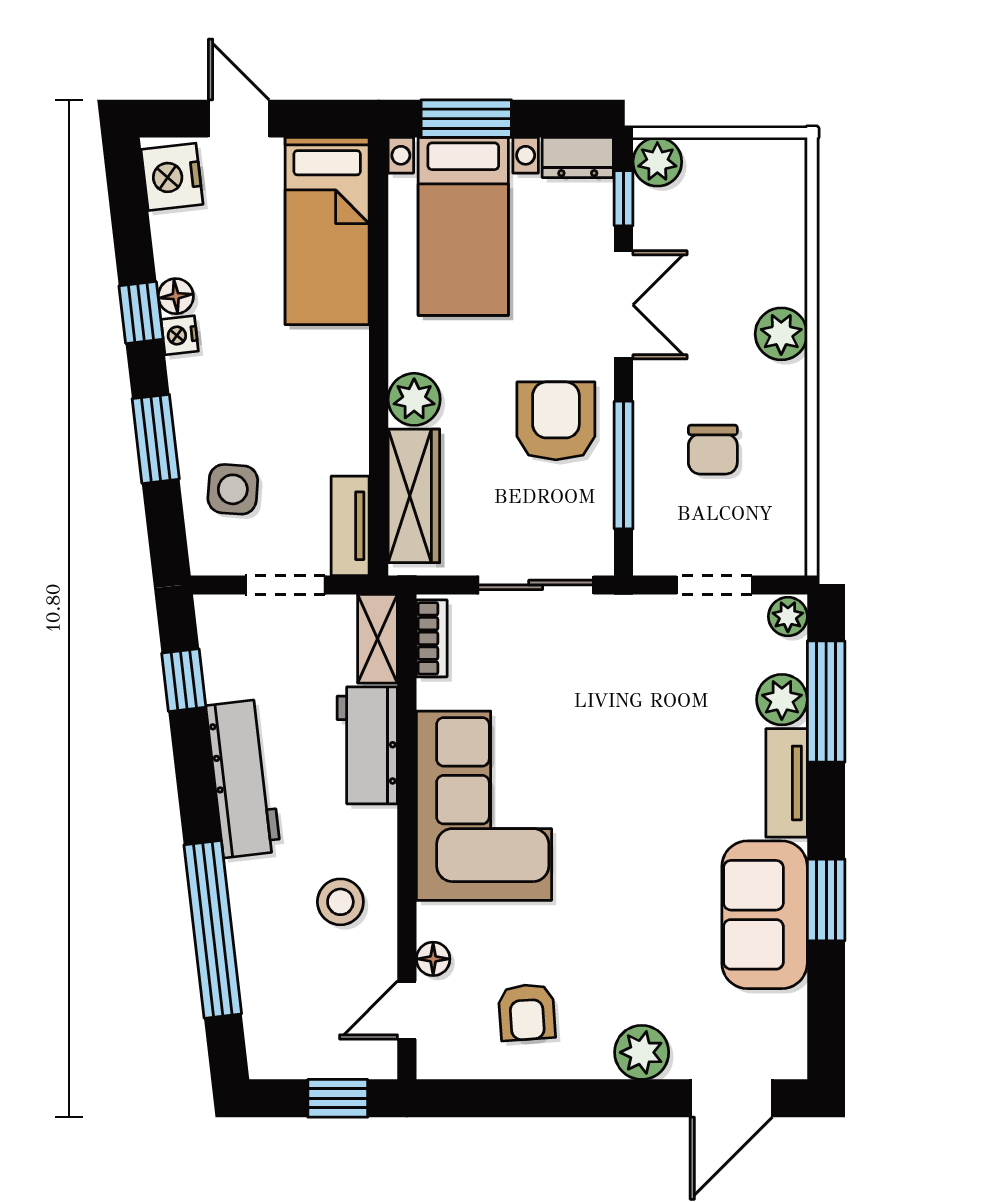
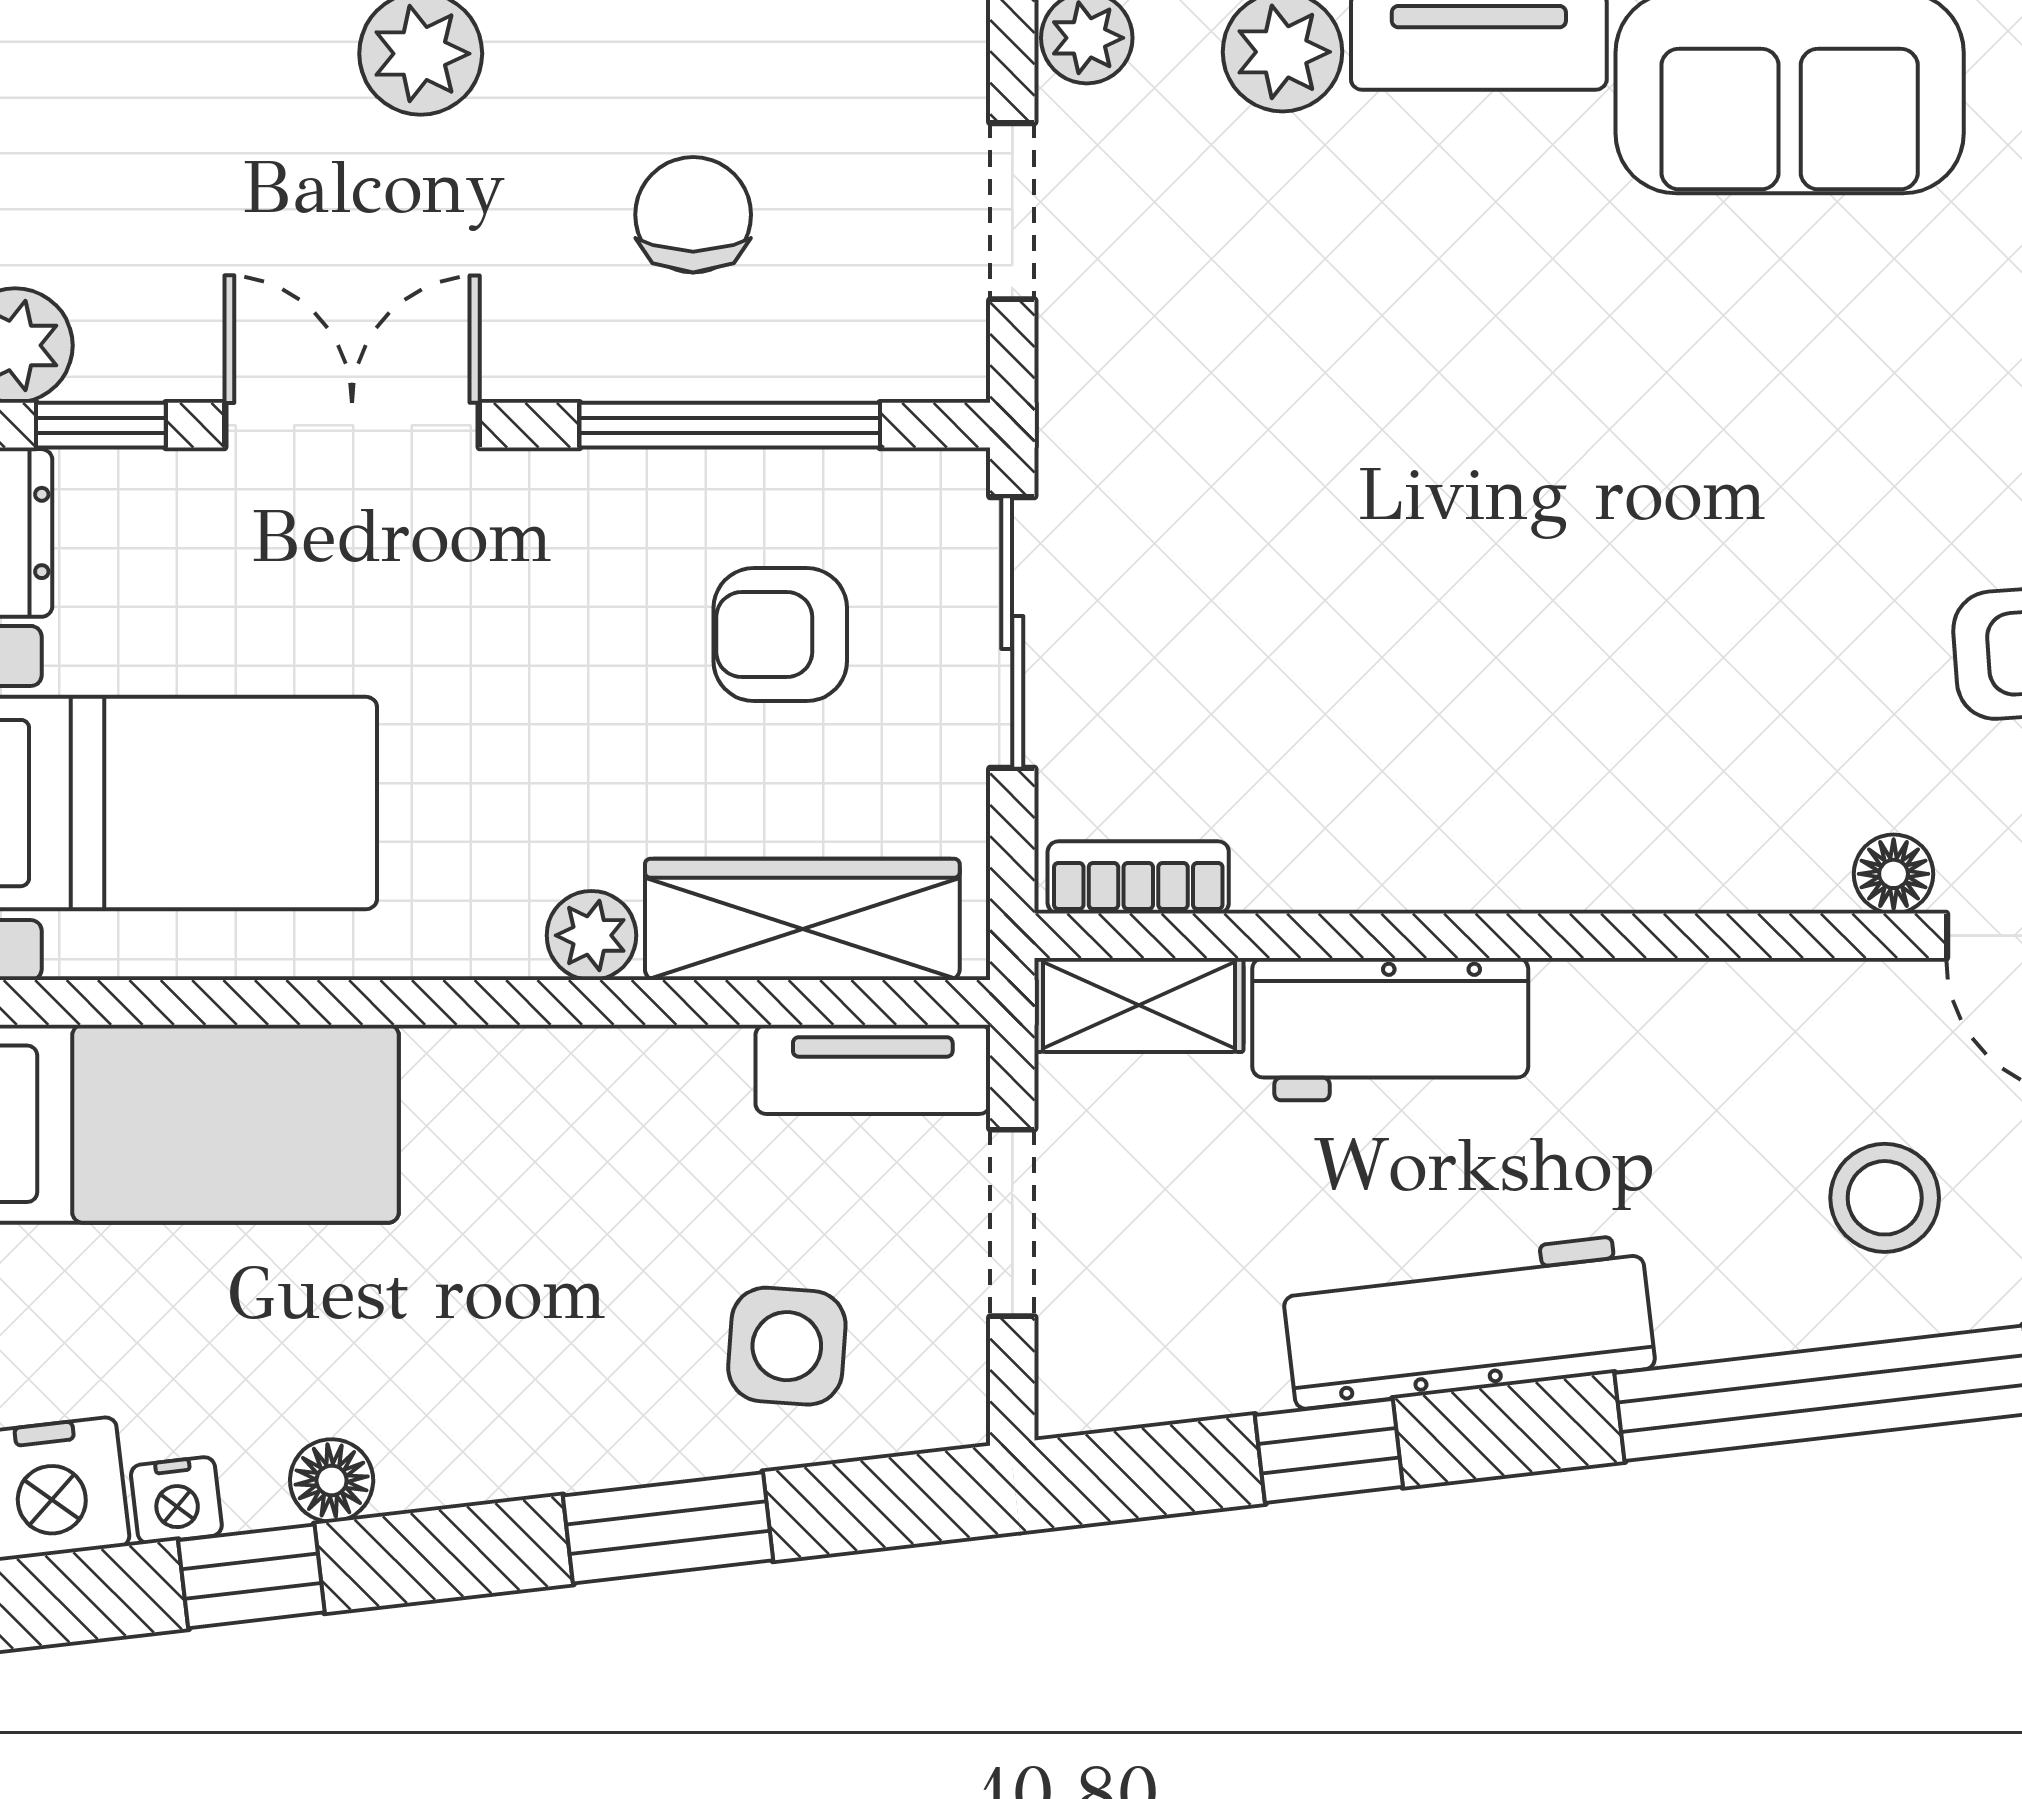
window: (141, 312) -> (251, 1576), moved
nightstand: (180, 335) -> (176, 1500), moved
plant: (414, 399) -> (591, 935), width x0.73, depth x0.73
armchair: (556, 421) -> (780, 635), moved, width x0.72, depth x0.72
chair: (713, 450) -> (693, 215), turned -90
window: (184, 680) -> (1329, 1451), moved
corner sofa: (484, 806) -> (1533, 754), removed
stool: (340, 902) -> (1885, 1198), moved

